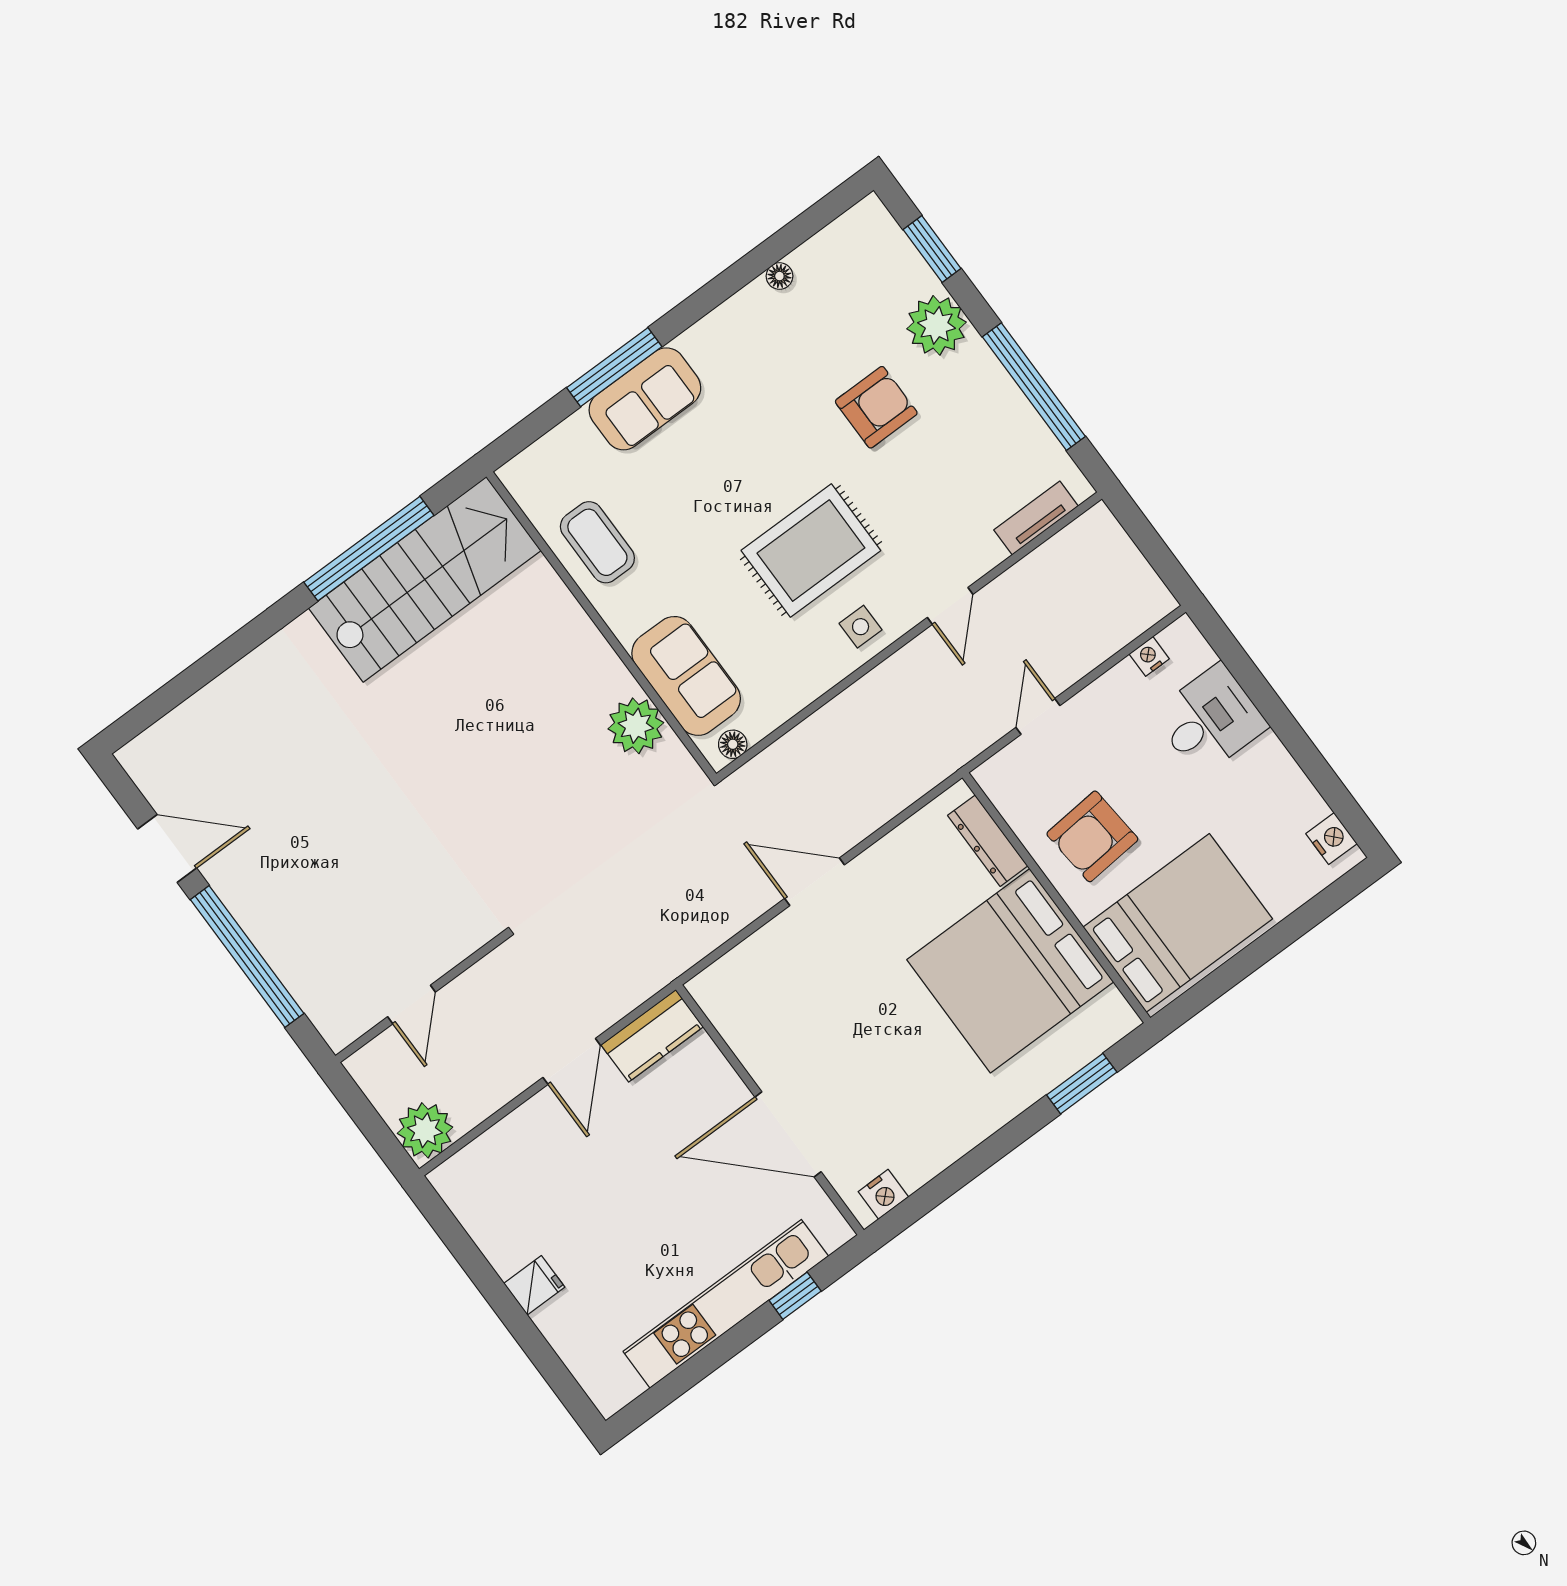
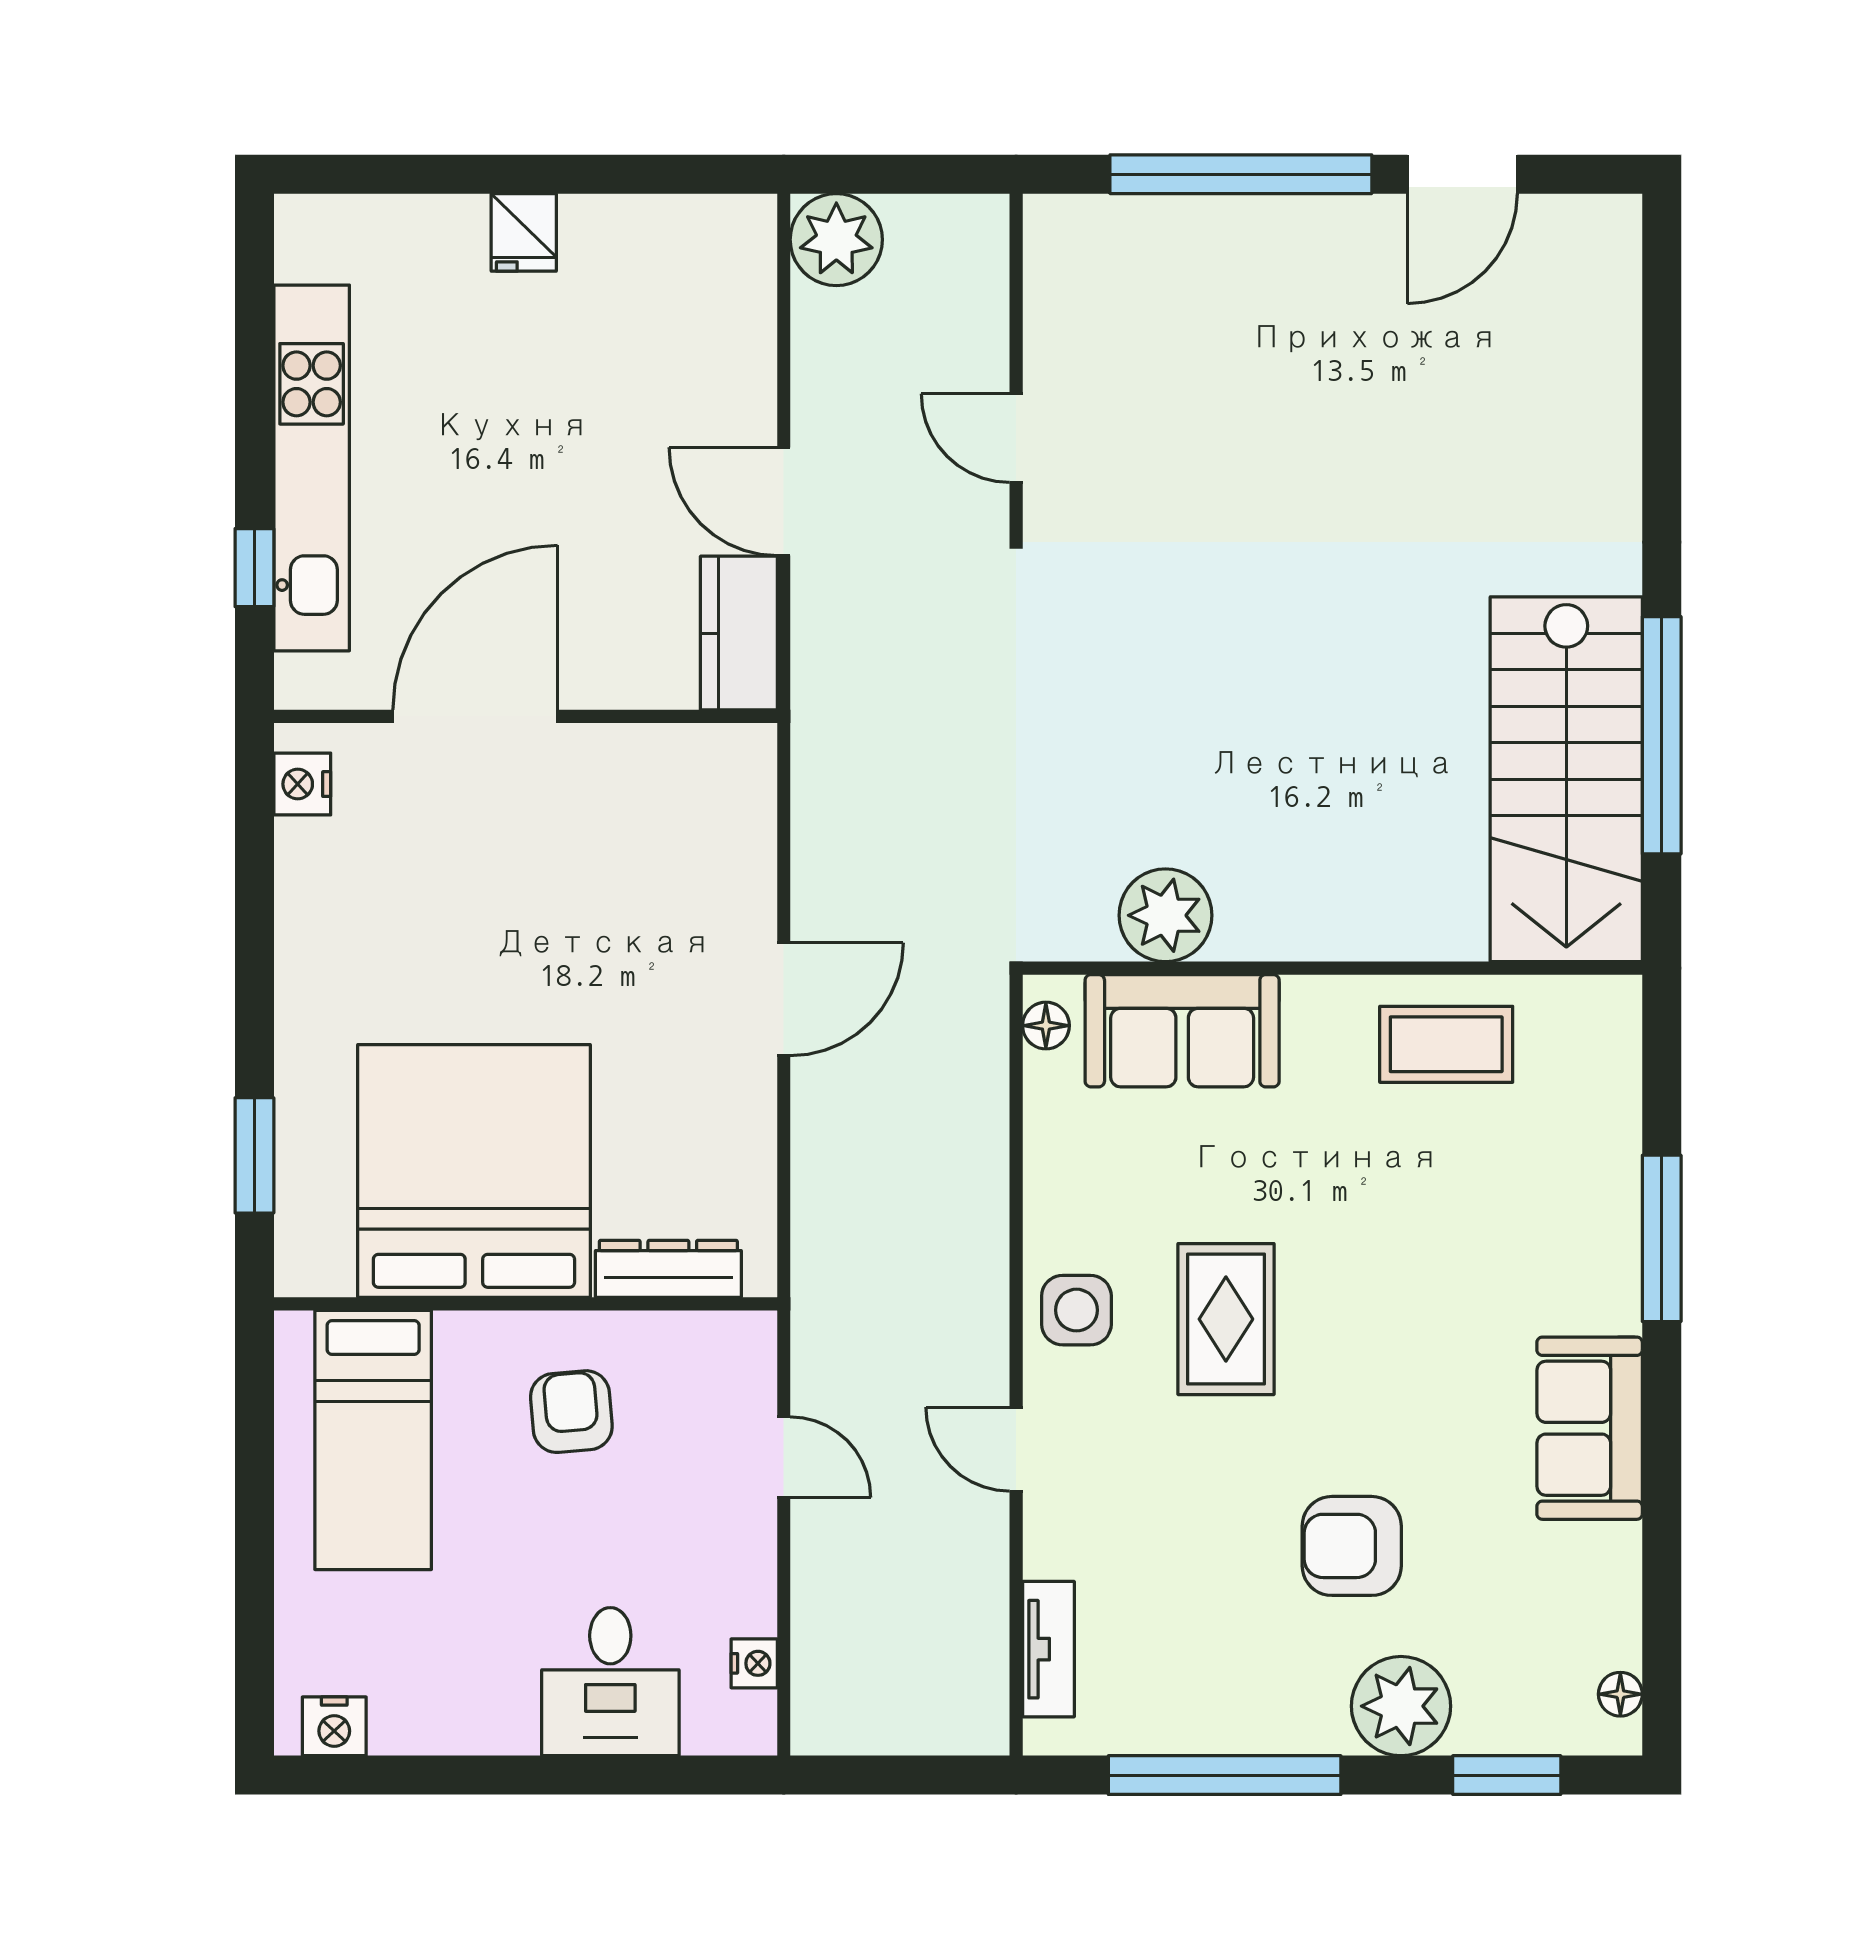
floor lamp: (779, 276) -> (1620, 1694), moved
sofa: (645, 399) -> (1590, 1428), moved
armchair: (876, 407) -> (1352, 1546), turned 90
rug: (811, 551) -> (1226, 1319), width x0.73, depth x0.70
side table: (861, 627) -> (1076, 1310), width x1.37, depth x1.37
armchair: (1092, 836) -> (571, 1412), width x0.72, depth x0.72
bed: (1178, 923) -> (373, 1440), width x0.67
door: (412, 1004) -> (1016, 438), moved

